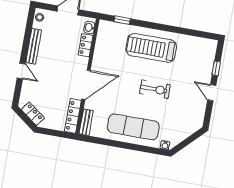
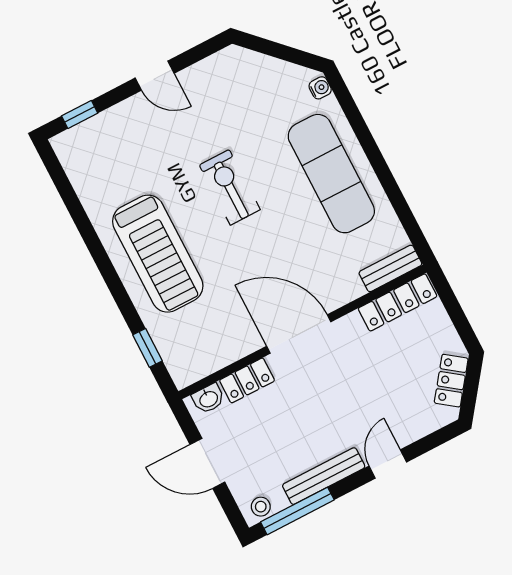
window: (29, 28) -> (297, 511), added
window: (216, 68) -> (80, 114), moved
door: (86, 85) -> (299, 334), moved
door: (212, 93) -> (155, 76), hinge flipped

